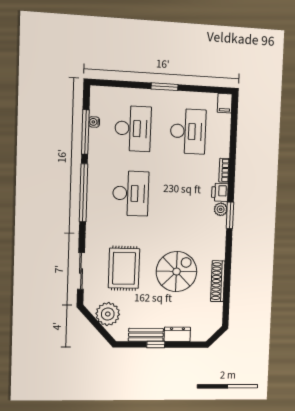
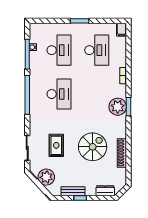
printer: (220, 192) -> (121, 91), removed
plant: (221, 209) -> (118, 107), width x1.87, depth x1.87
rug: (124, 268) -> (56, 145), width x0.73, depth x0.70
dresser: (177, 334) -> (105, 191), moved

